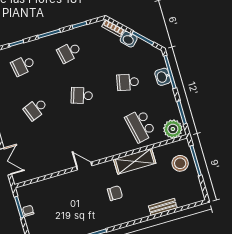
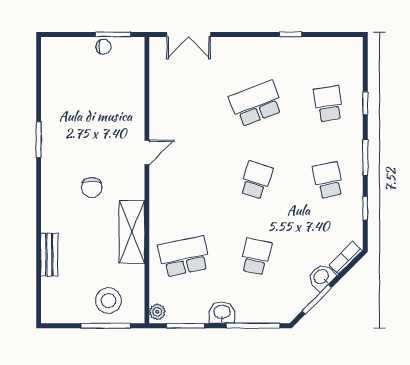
washbasin: (163, 77) -> (222, 312), moved
school desk: (36, 109) -> (256, 104), width x1.85
plant: (173, 129) -> (157, 312), width x0.53, depth x0.53

